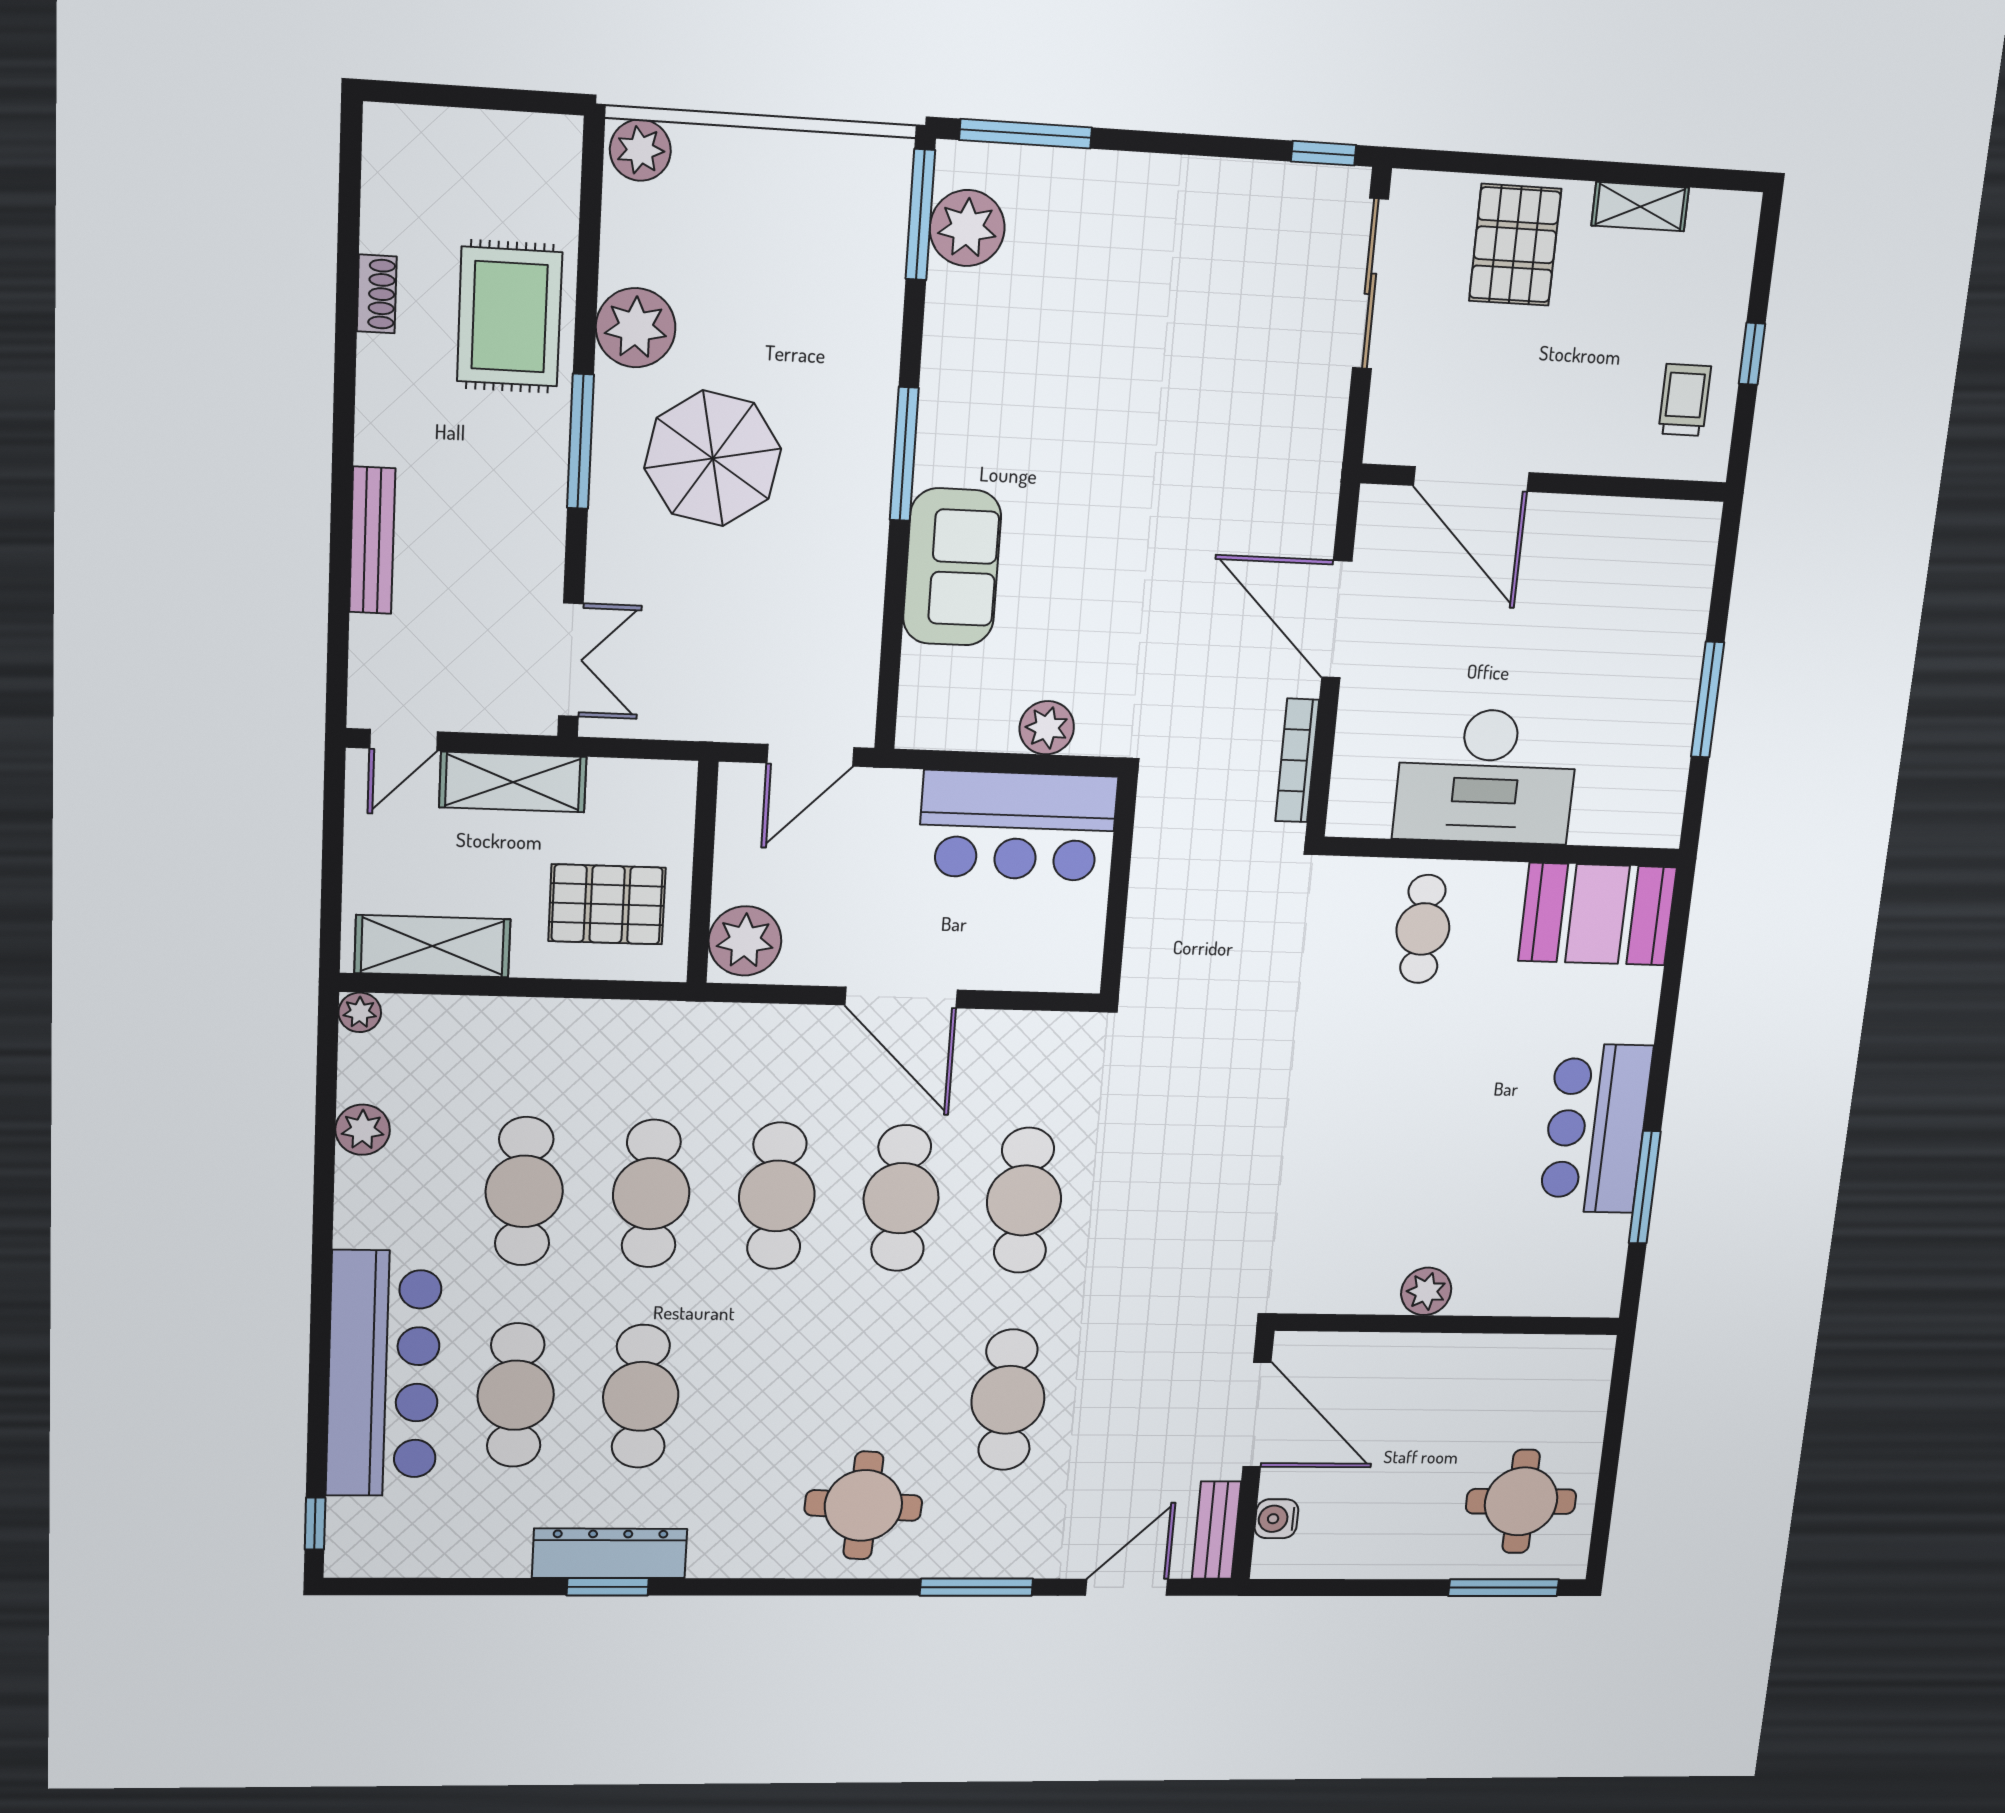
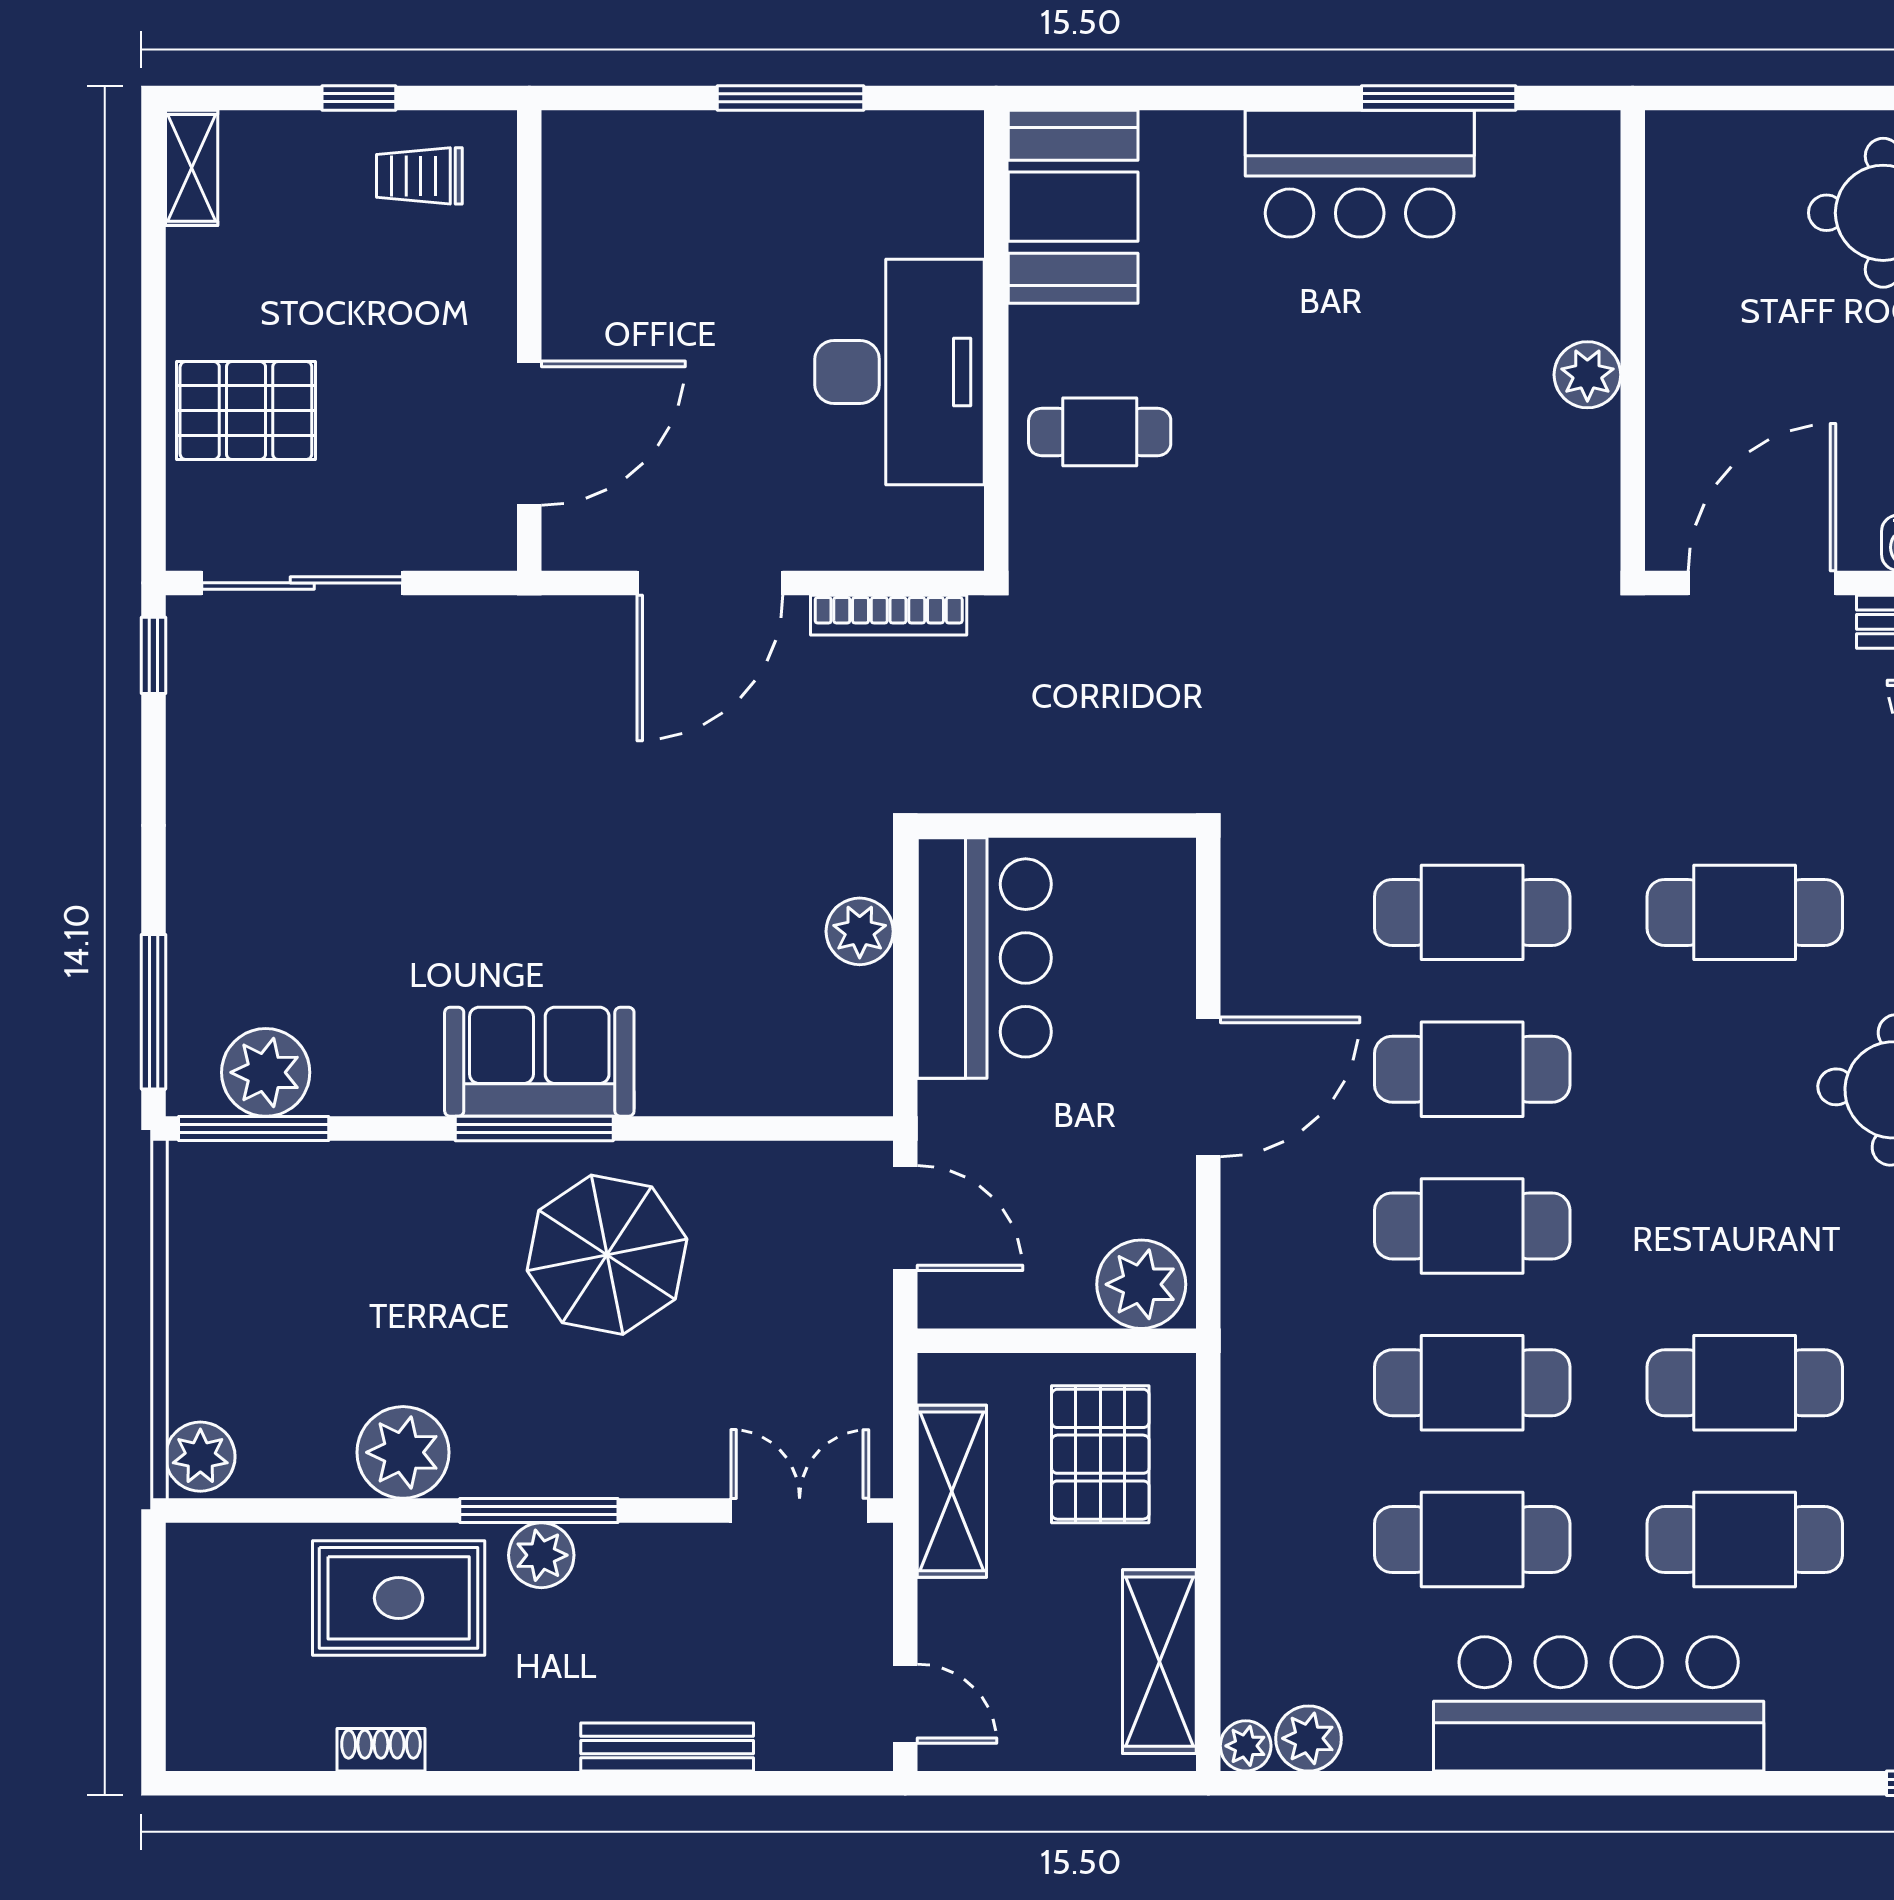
shelving: (1640, 207) -> (192, 168), moved
plant: (542, 442) -> (541, 1555), added
parasol: (713, 458) -> (607, 1255), moved
sofa: (952, 567) -> (539, 1062), moved
shelving: (513, 782) -> (952, 1491), moved
plant: (363, 1130) -> (1309, 1738), moved
bar counter: (384, 1374) -> (1599, 1704), moved

